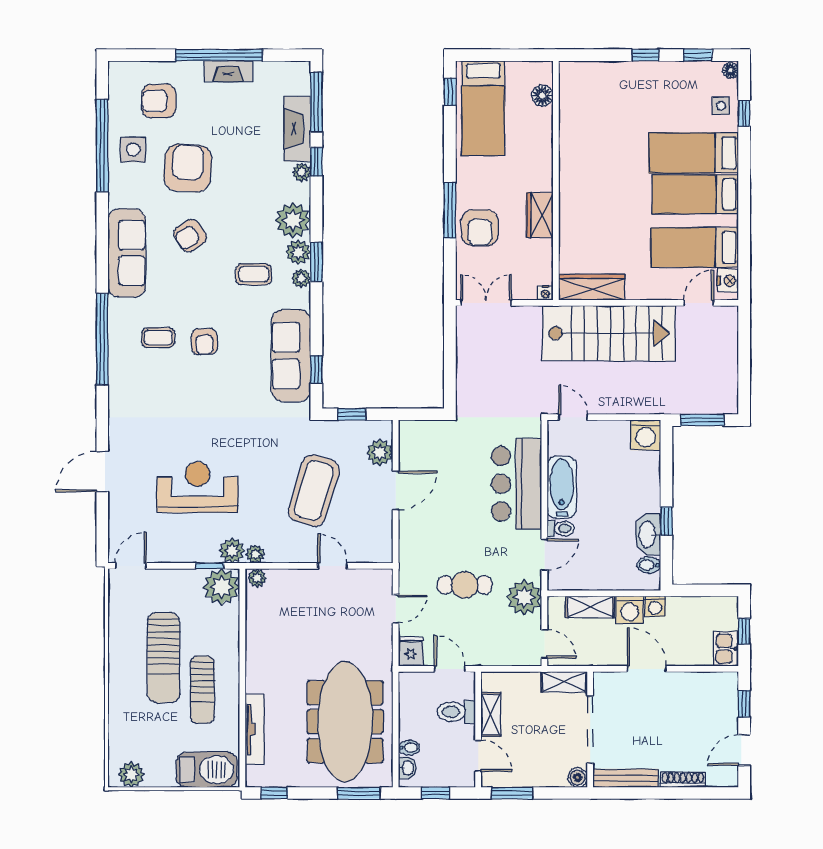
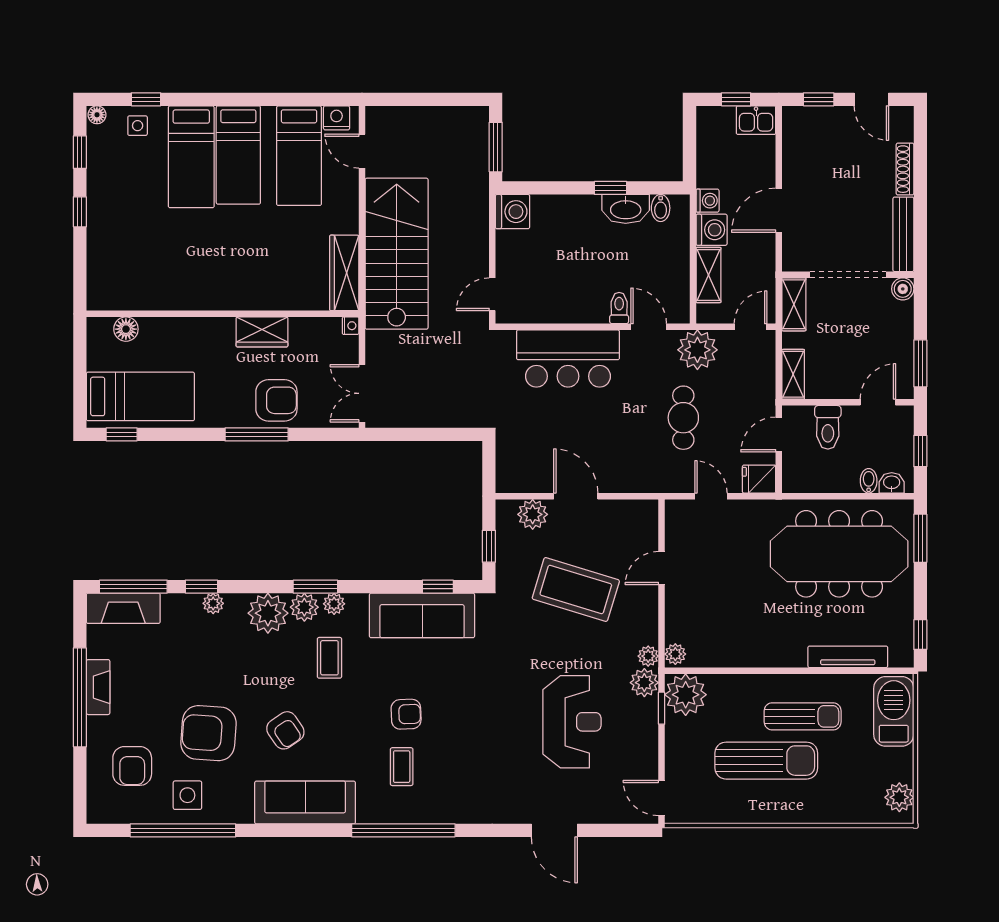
fireplace: (297, 129) -> (123, 608), moved
reception desk: (198, 487) -> (572, 722), turned 180
bathtub: (562, 487) -> (572, 307), removed
shelving: (491, 714) -> (793, 374), moved, turned 90

